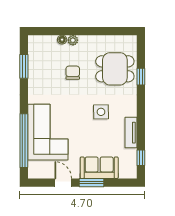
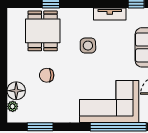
floor lamp: (62, 40) -> (16, 91), width x1.89, depth x1.89
plant: (73, 40) -> (13, 106), moved

